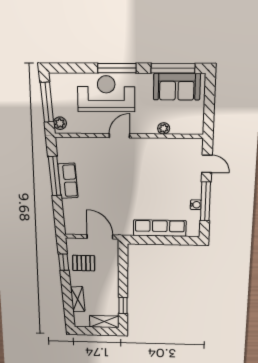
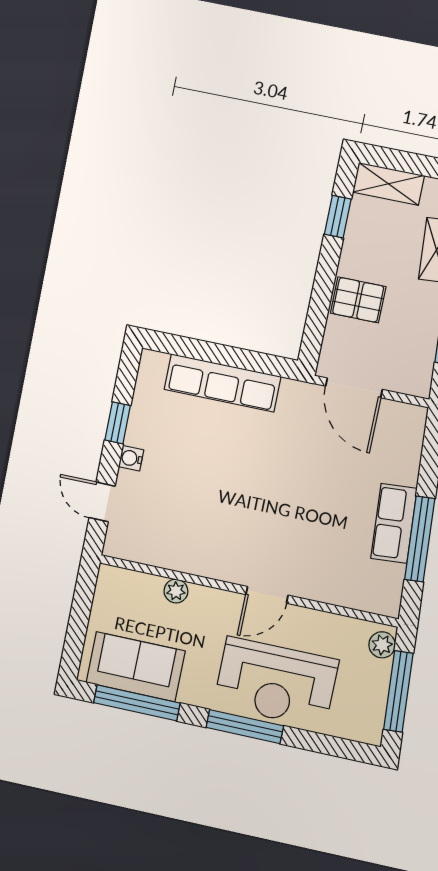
window: (205, 201) -> (118, 423), width x0.46
water cooler: (196, 205) -> (131, 458), moved
pallet: (84, 263) -> (358, 300), moved

